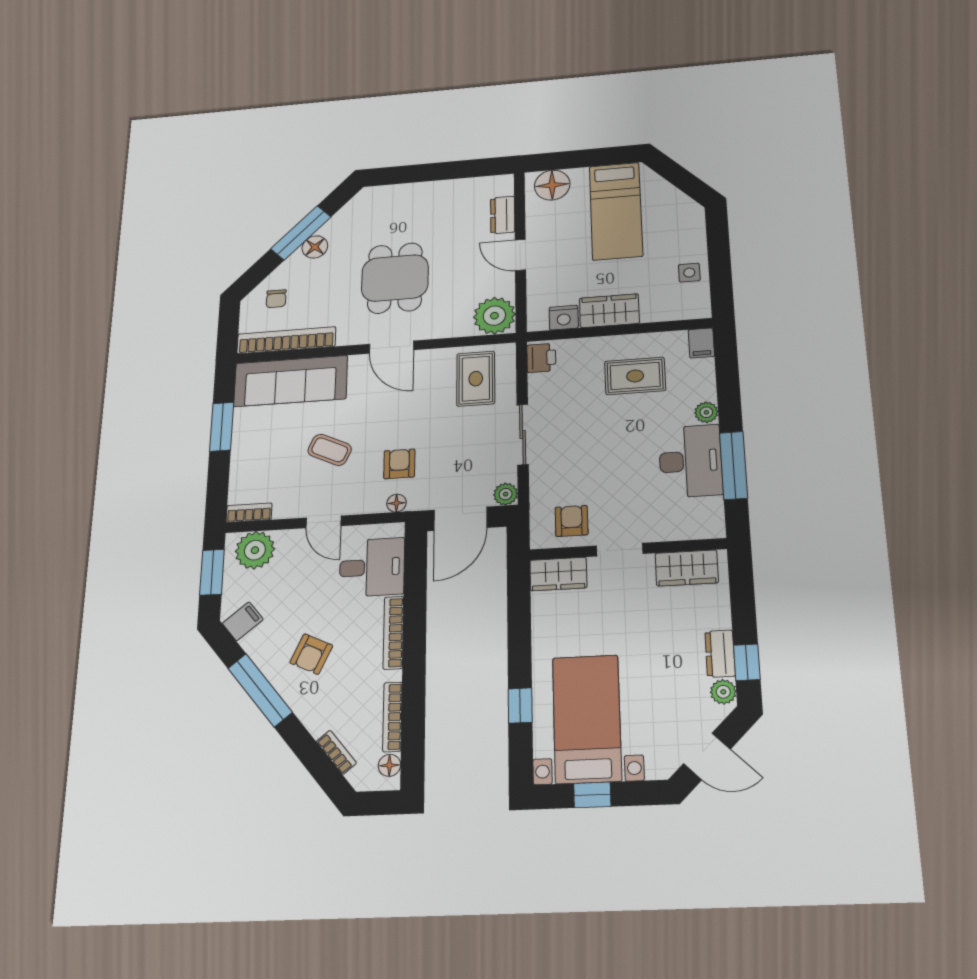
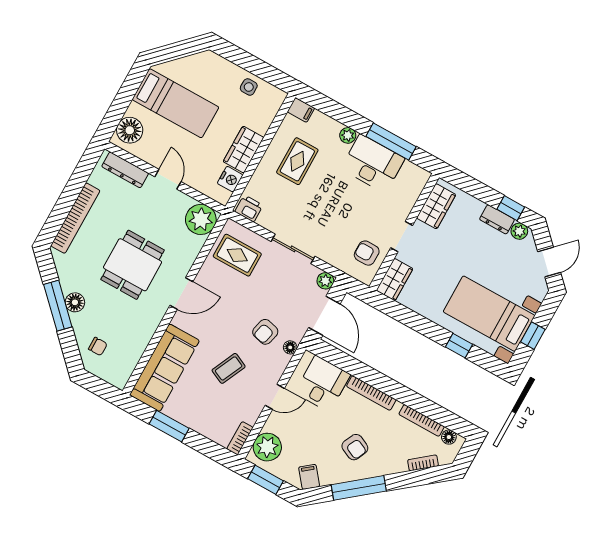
dresser: (503, 215) -> (125, 170), width x1.44
door: (520, 255) -> (168, 179), swing flipped
dining table: (395, 278) -> (133, 265), turned 90
bookcase: (286, 340) -> (75, 218), moved, turned 180
armchair: (399, 464) -> (265, 332), turned -76

